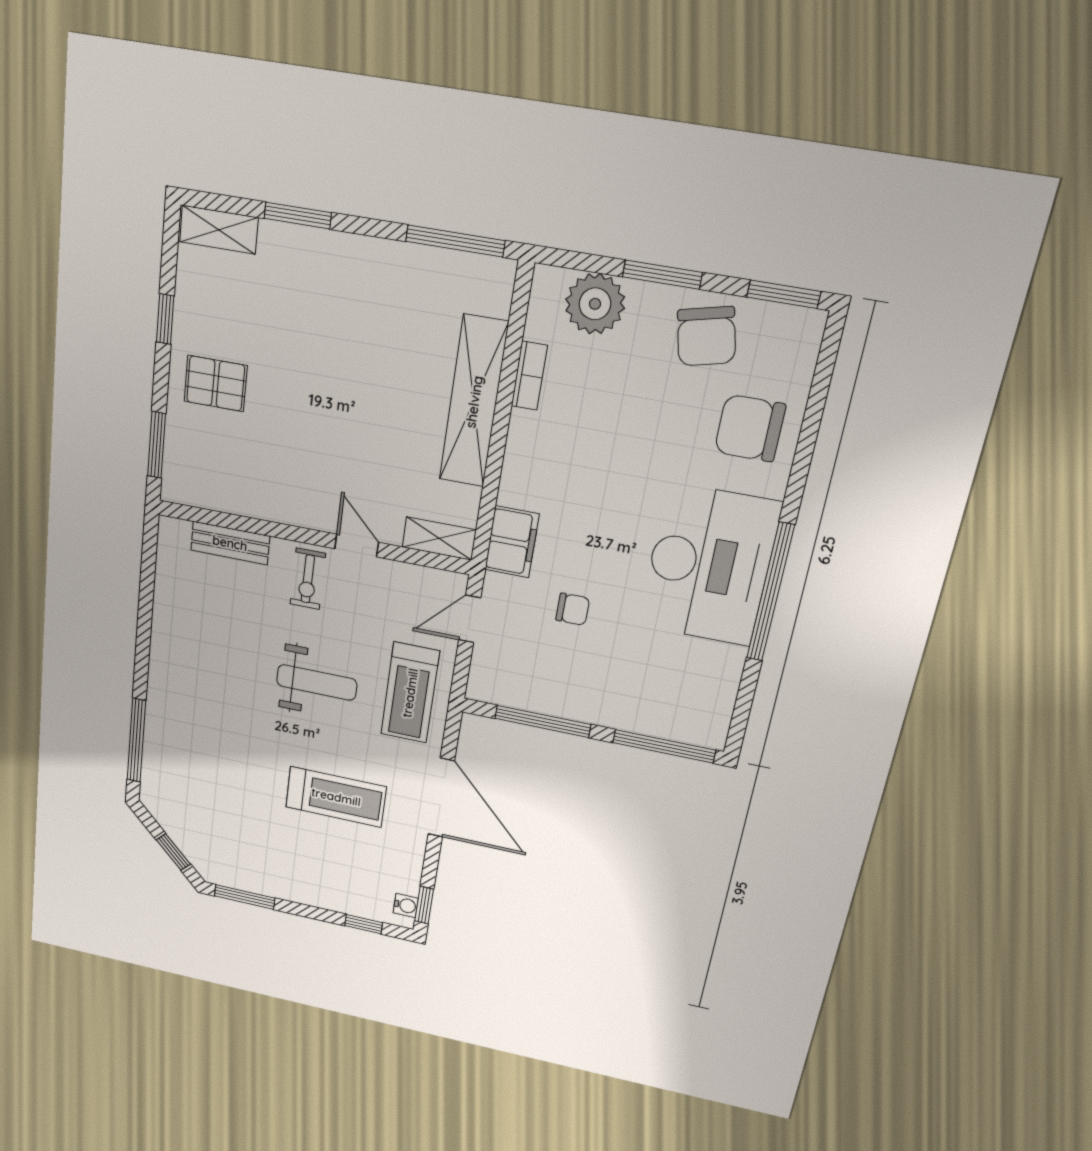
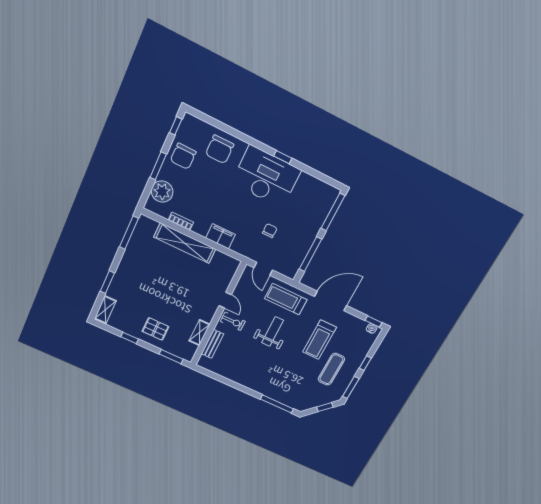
window: (784, 294) -> (176, 126), width x0.67
chair: (706, 336) -> (183, 156), turned 103
pallet: (216, 383) -> (155, 329), turned 90
shelving: (439, 538) -> (199, 333), moved
filing cabinet: (512, 542) -> (220, 236), moved
door: (357, 545) -> (225, 300), swing flipped
window: (770, 592) -> (283, 157), width x0.32
treadmill: (410, 693) -> (286, 299), turned 180
treadmill: (336, 797) -> (319, 340), turned 180
exercise mat: (273, 843) -> (331, 369), added
window: (364, 924) -> (365, 363), moved

